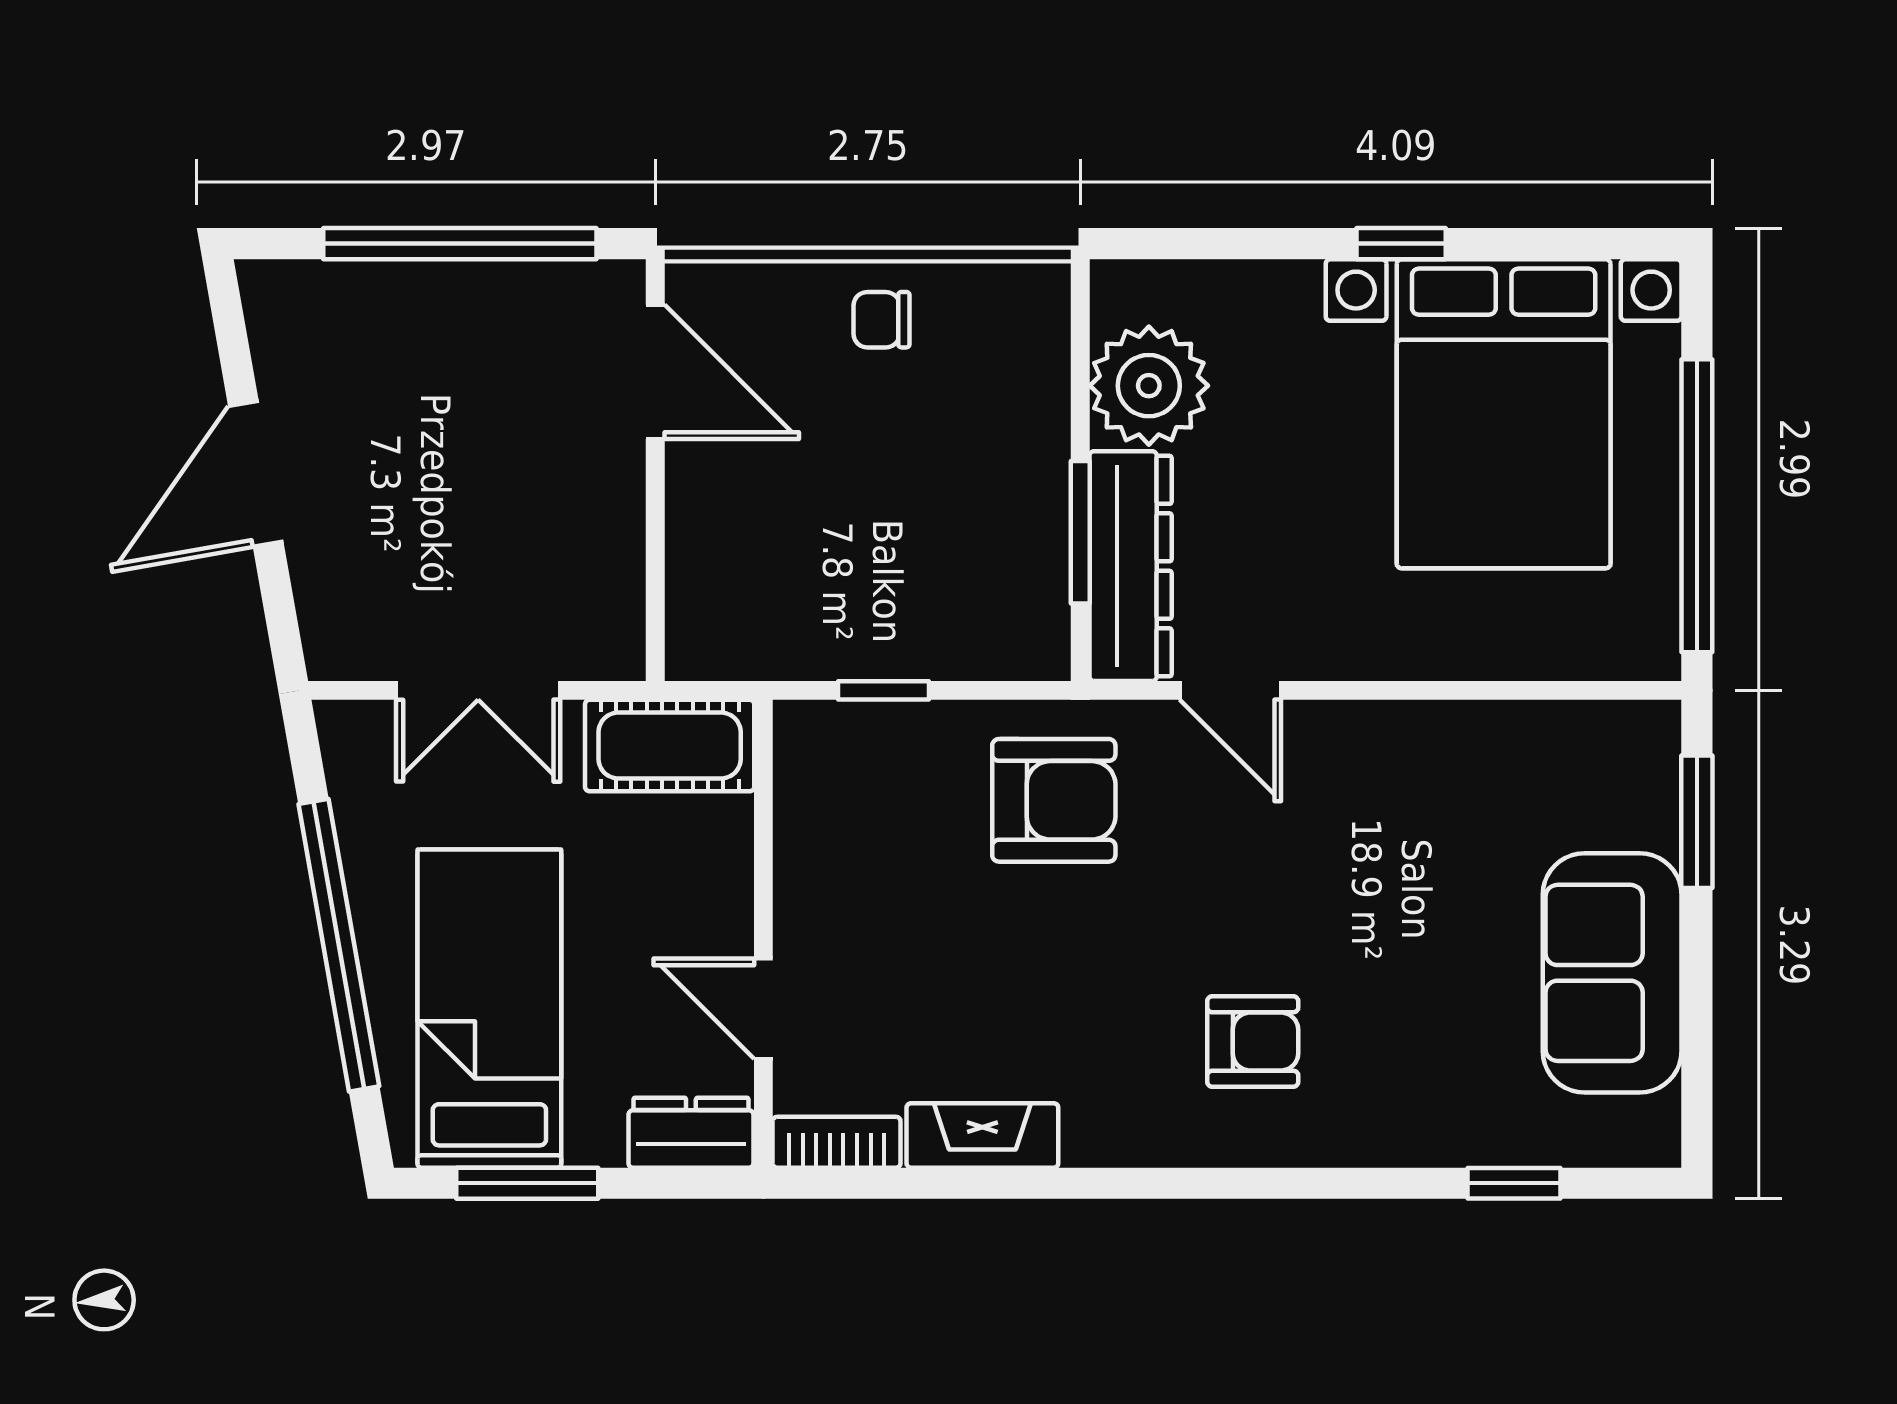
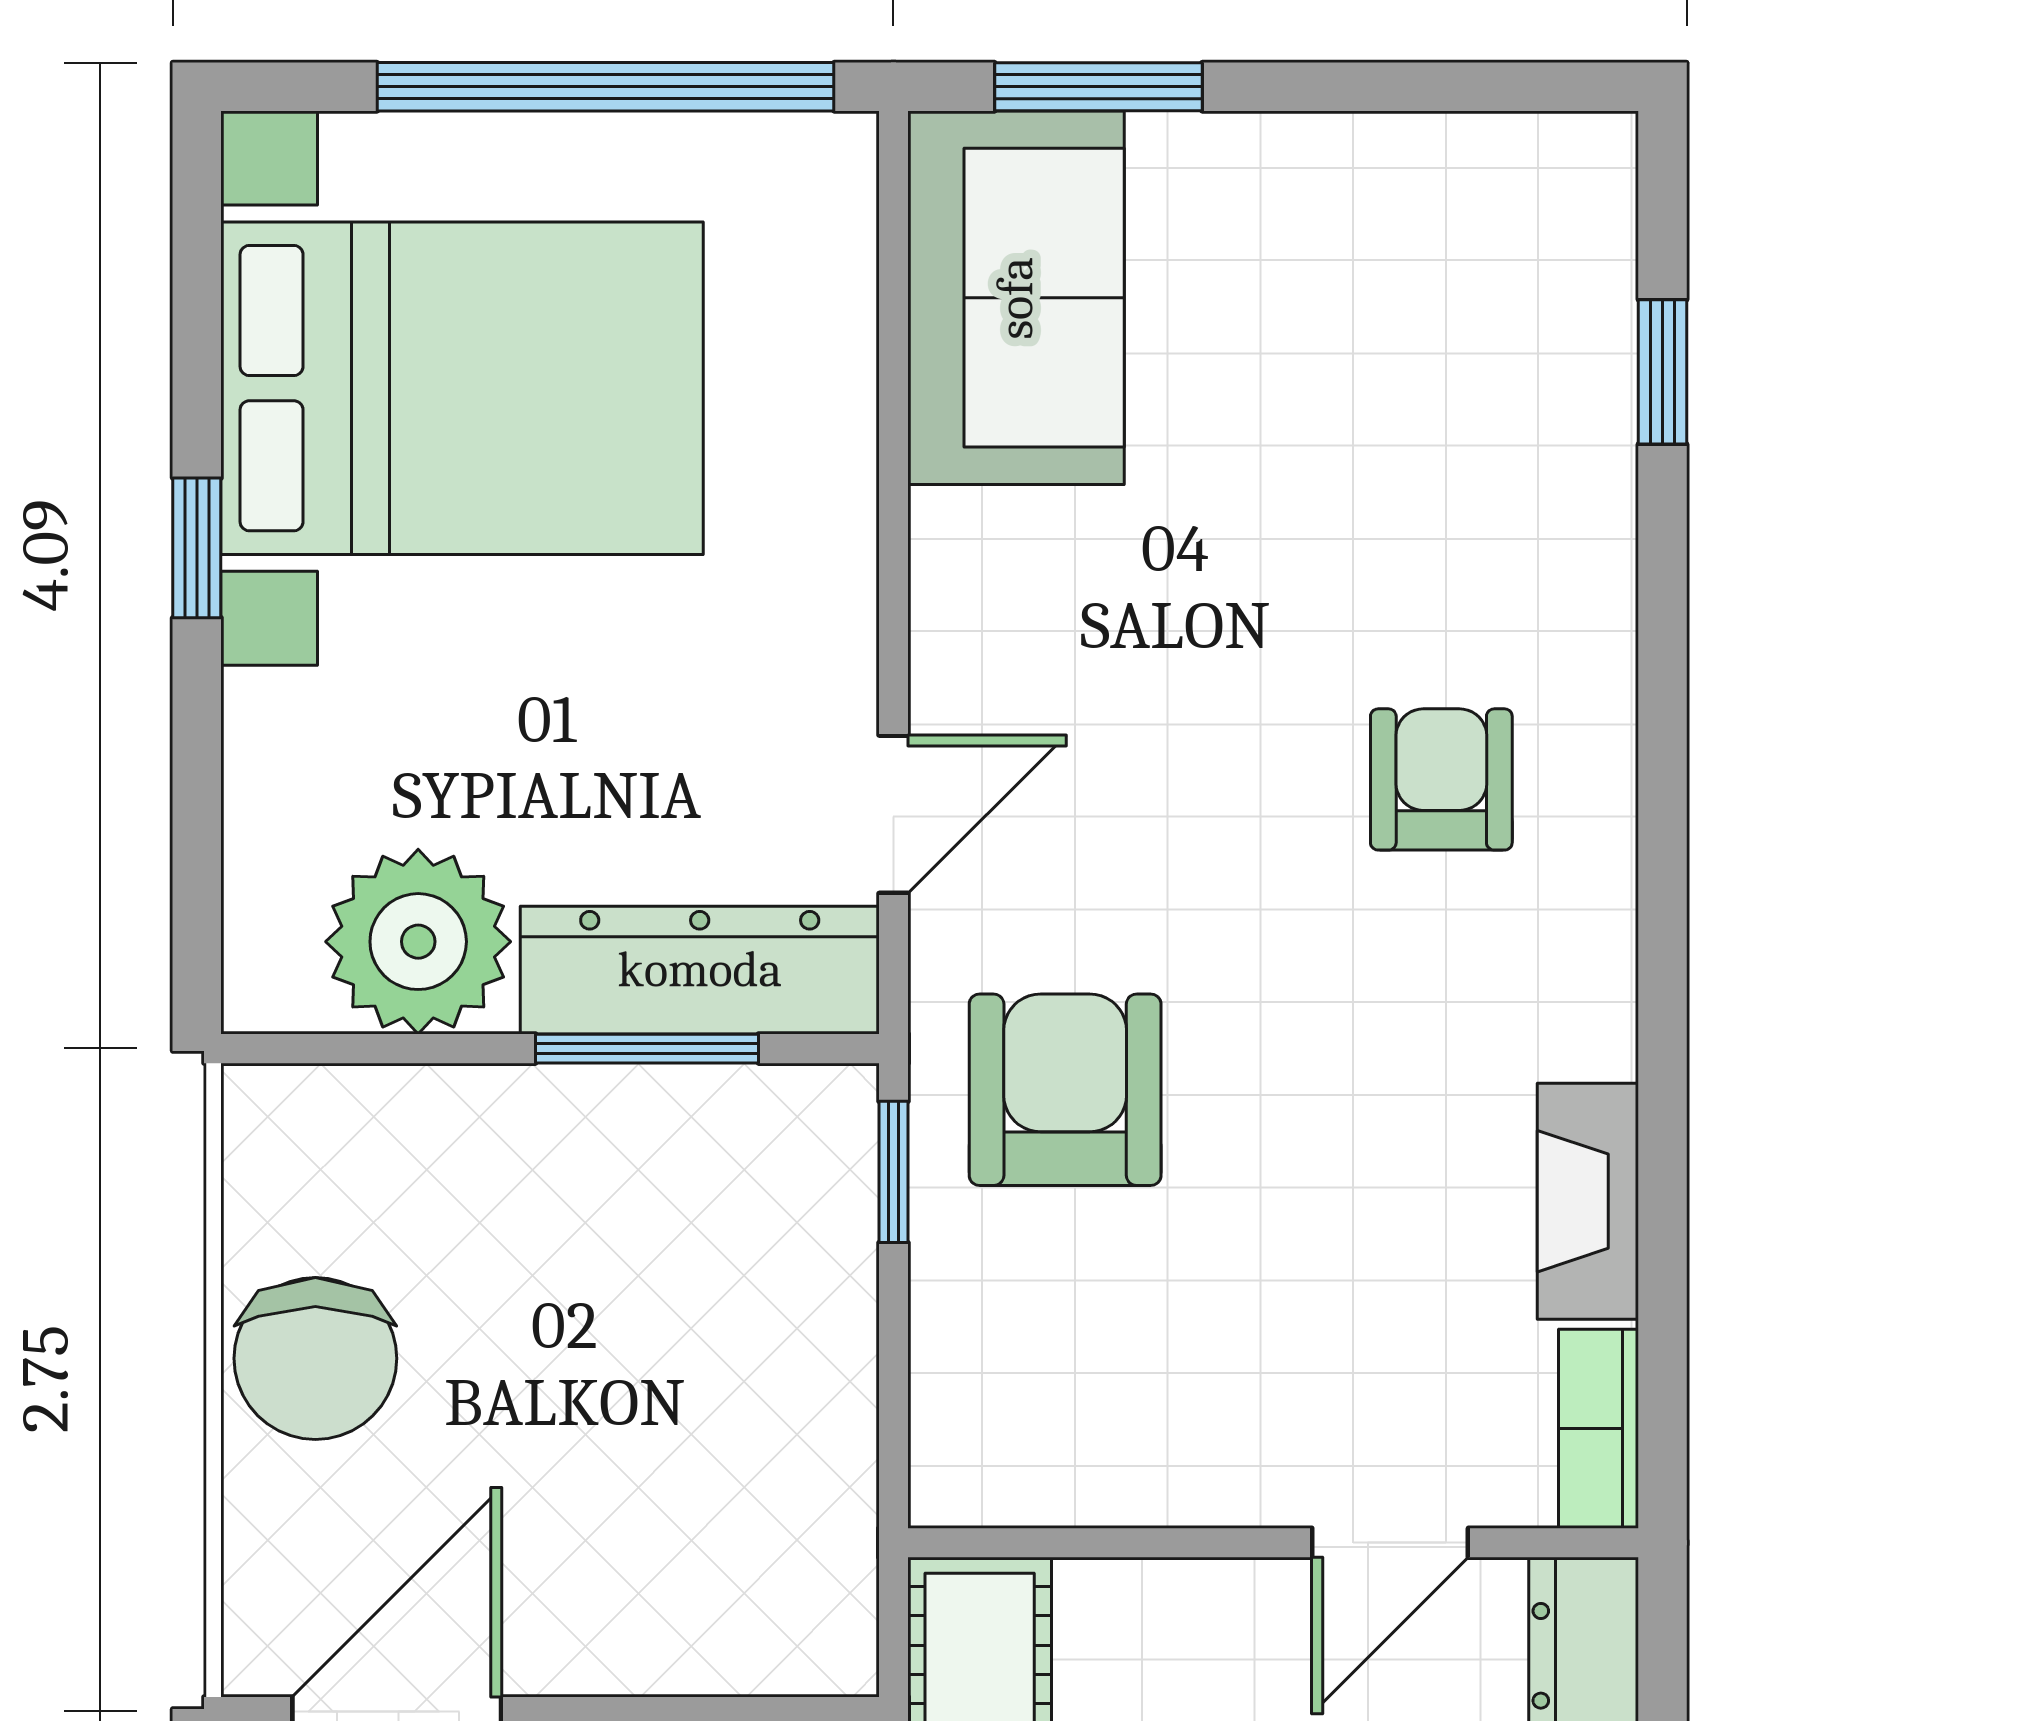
chair: (882, 320) -> (315, 1358), width x1.87, depth x1.87
window: (884, 690) -> (893, 1172), moved
sofa: (1612, 973) -> (1016, 298), moved, turned -90

